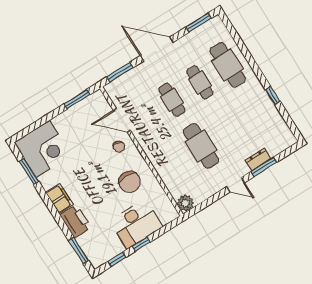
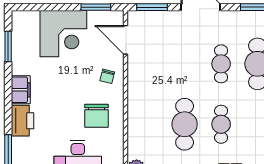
cafe table: (172, 100) -> (221, 124), moved
door: (122, 120) -> (126, 40), moved
corner desk: (43, 149) -> (63, 34), moved

